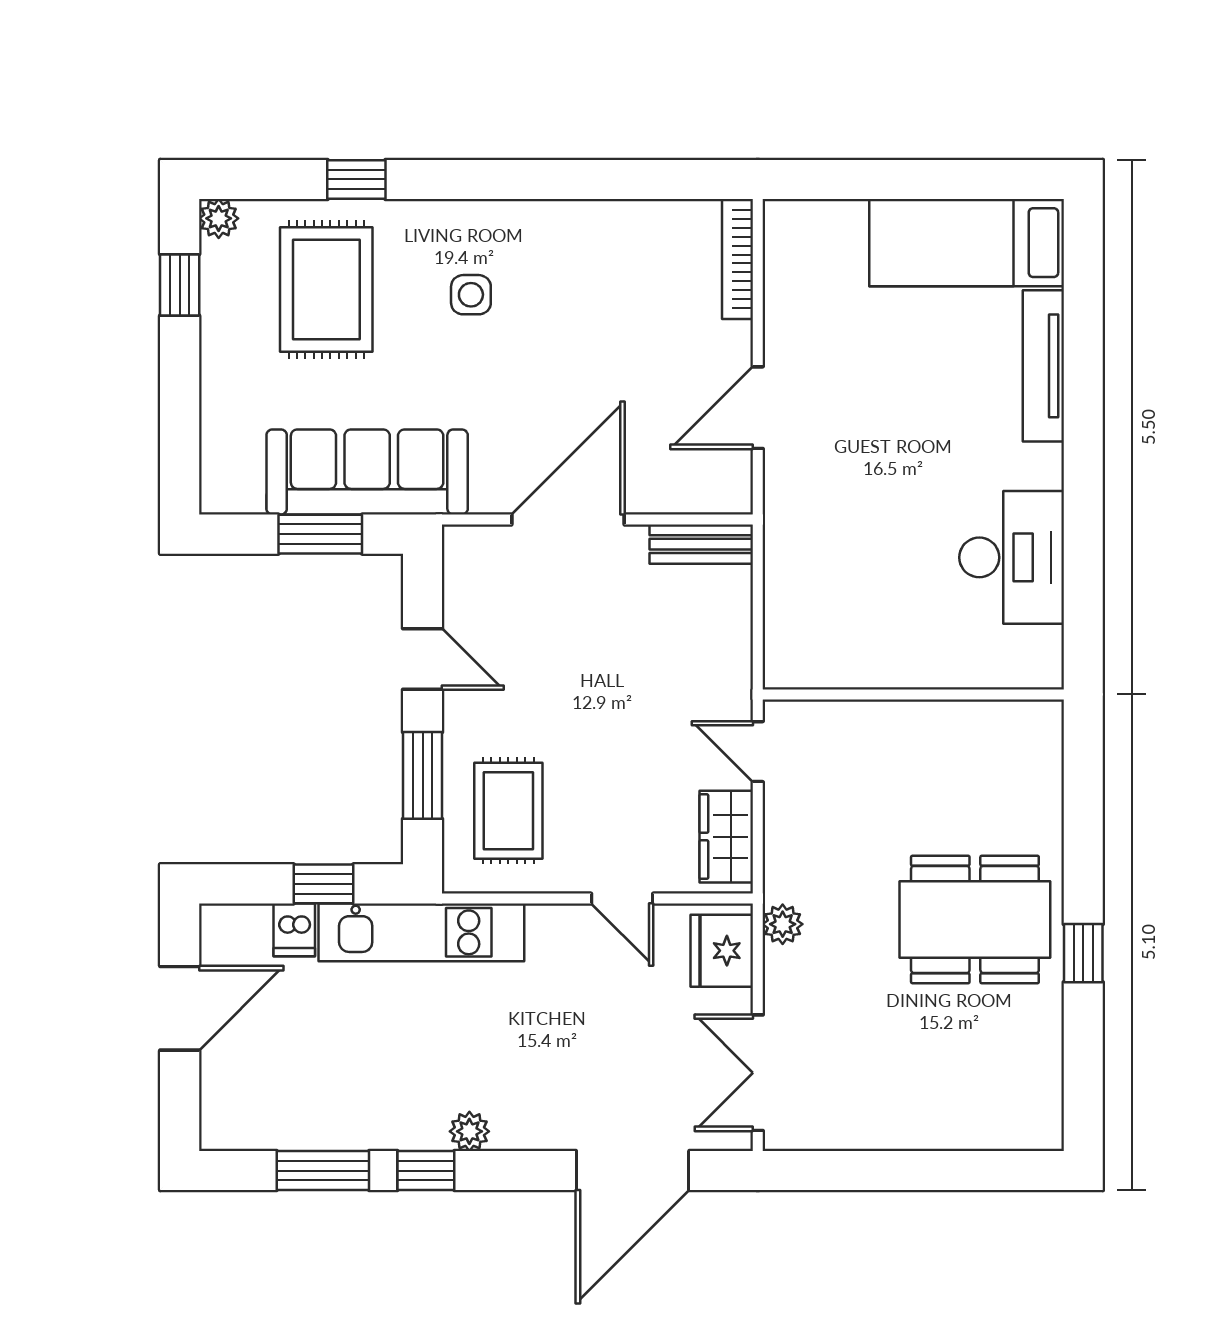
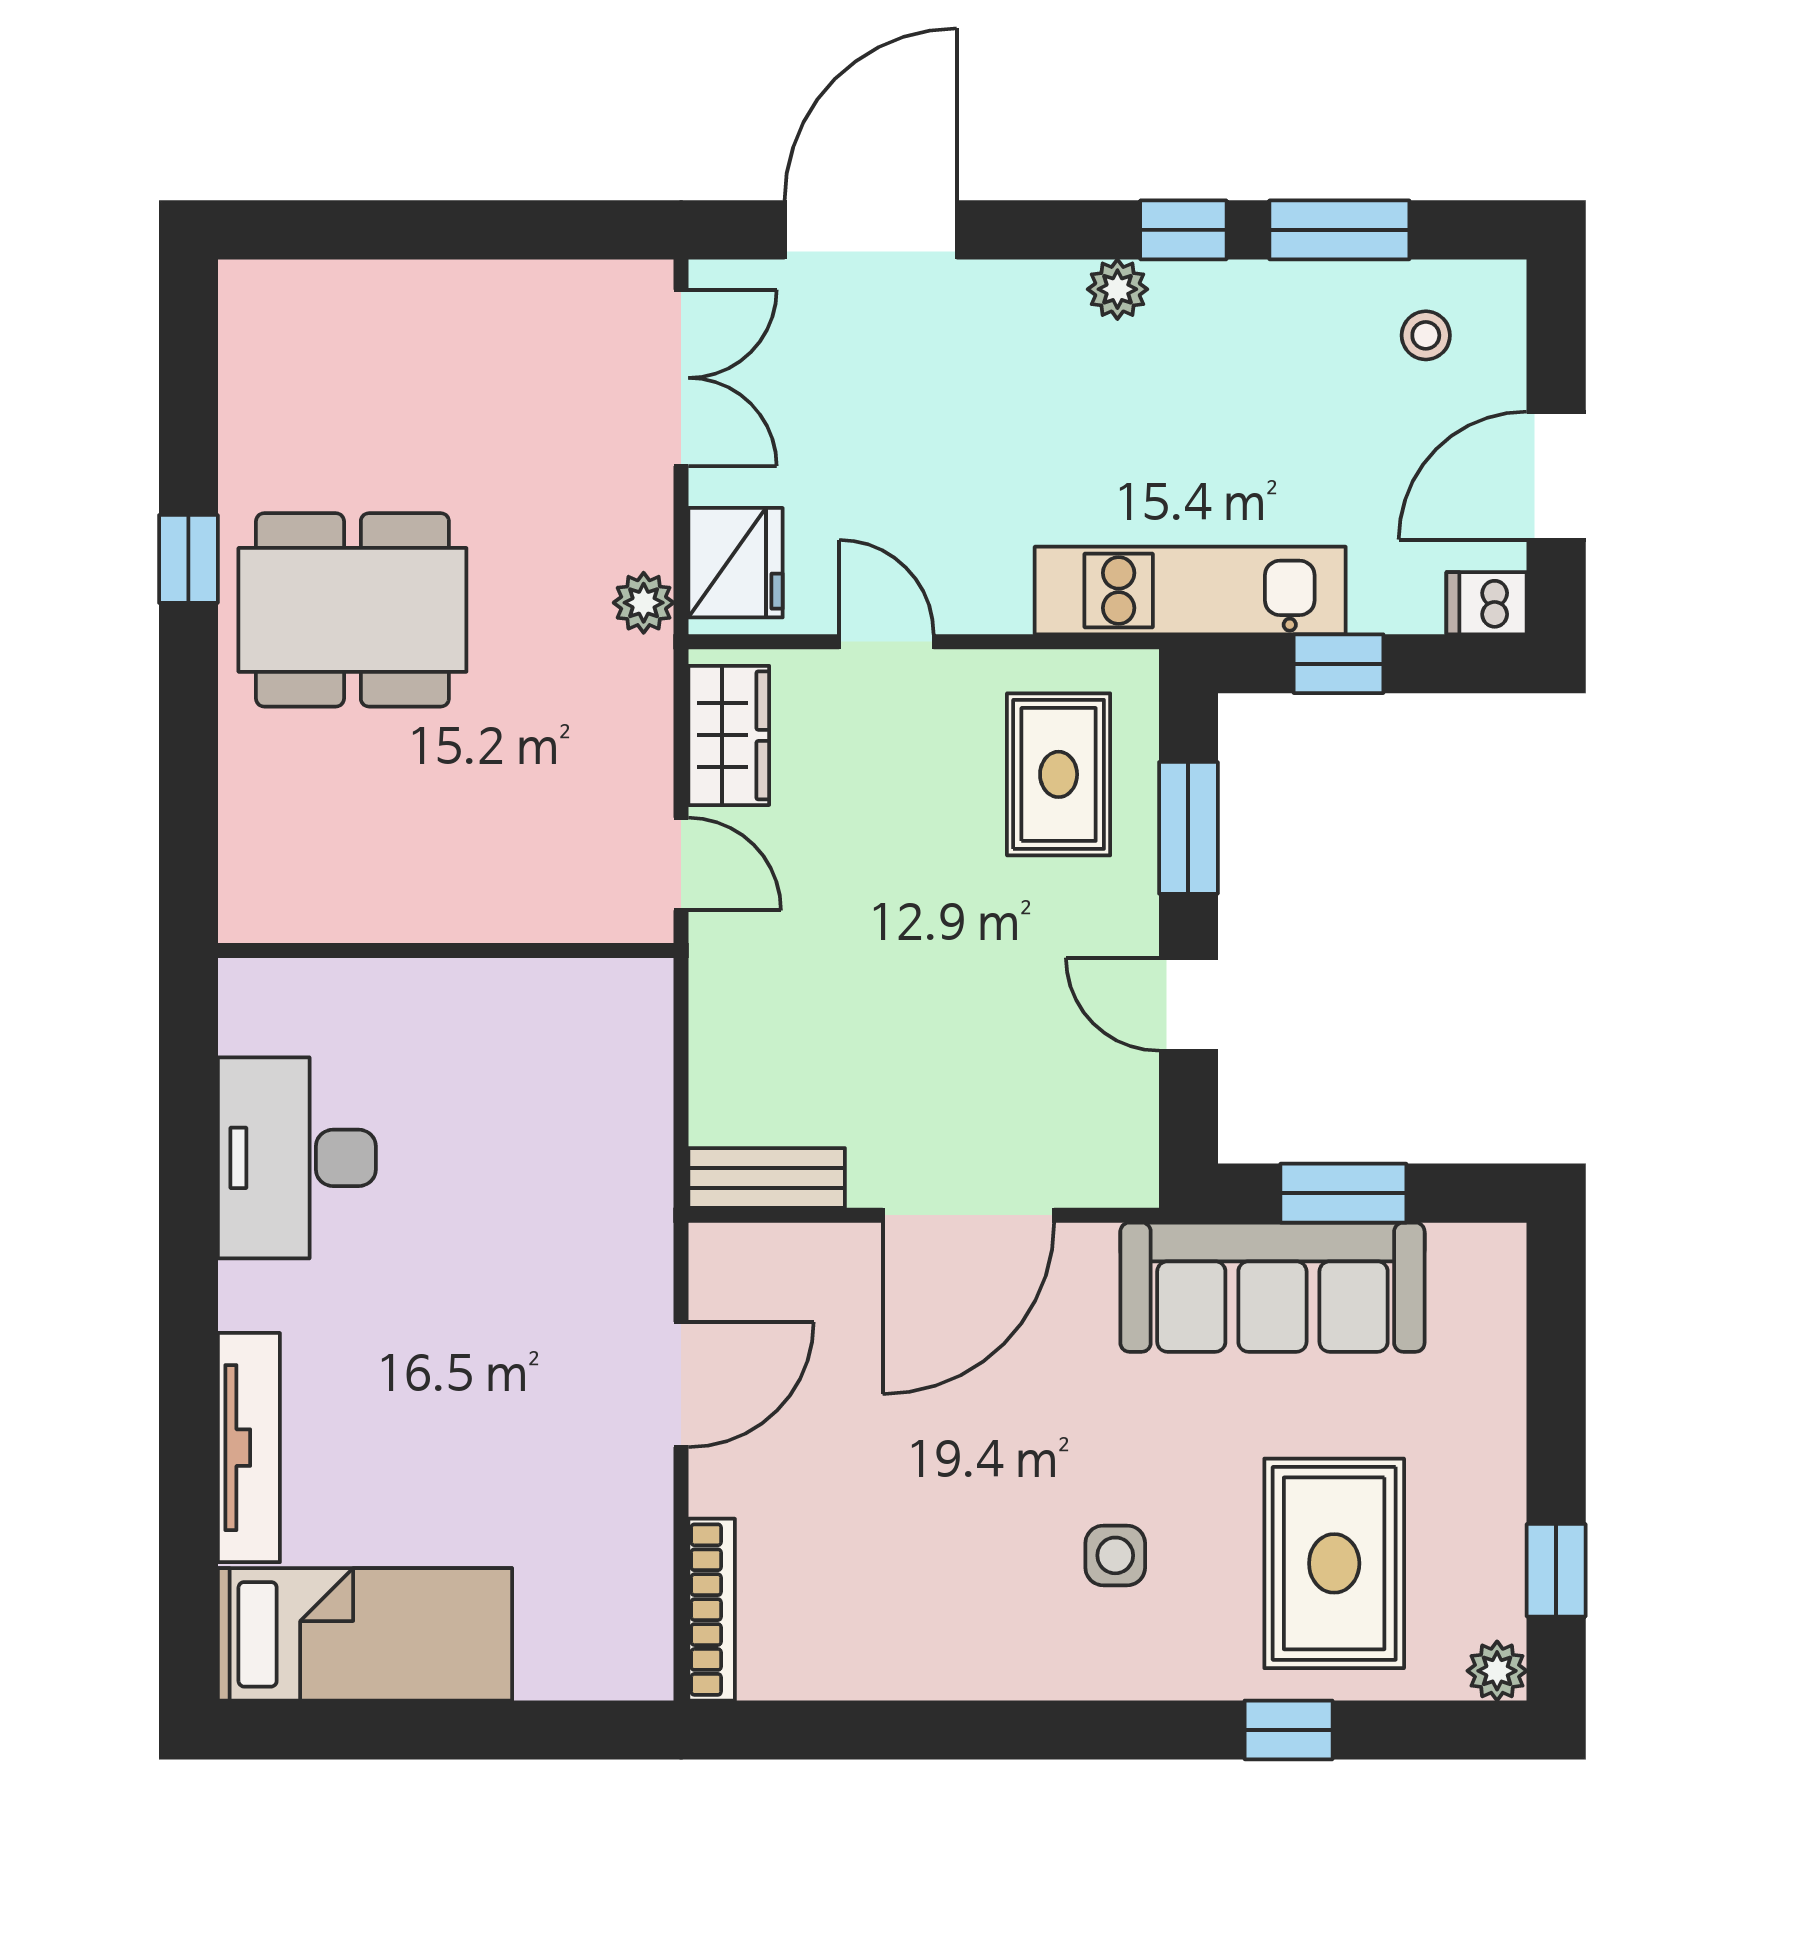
dishwasher: (294, 930) -> (1487, 603), moved, turned -90
stool: (266, 1101) -> (1426, 335), added

